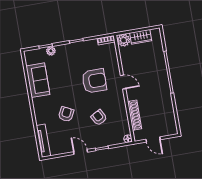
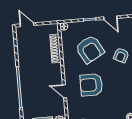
door: (123, 82) -> (64, 91), moved
armchair: (99, 117) -> (90, 49), width x1.88, depth x1.88
door: (153, 139) -> (27, 25), moved

